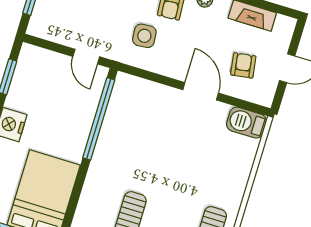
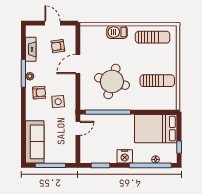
barbecue: (246, 123) -> (117, 32), moved, turned 90
round table: (151, 143) -> (112, 81), added

